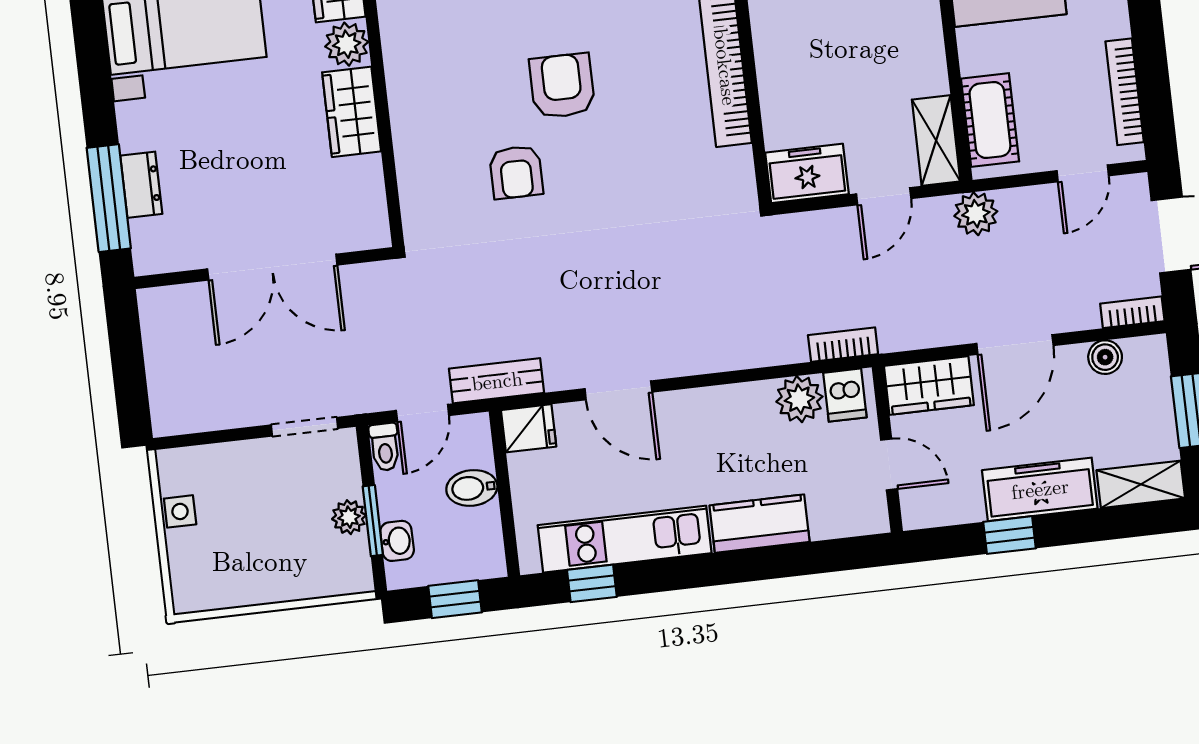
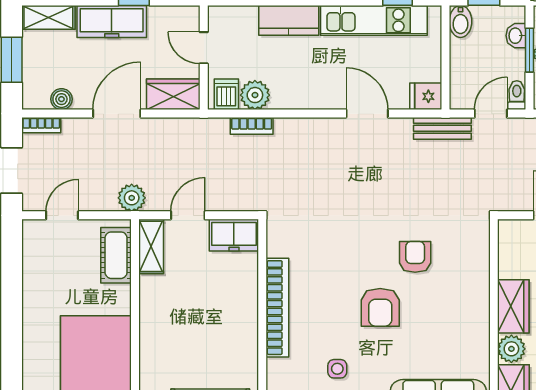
bookcase: (1125, 92) -> (30, 263), removed
bookcase: (843, 345) -> (252, 126), moved
bidet: (472, 488) -> (460, 21), moved, turned 90

